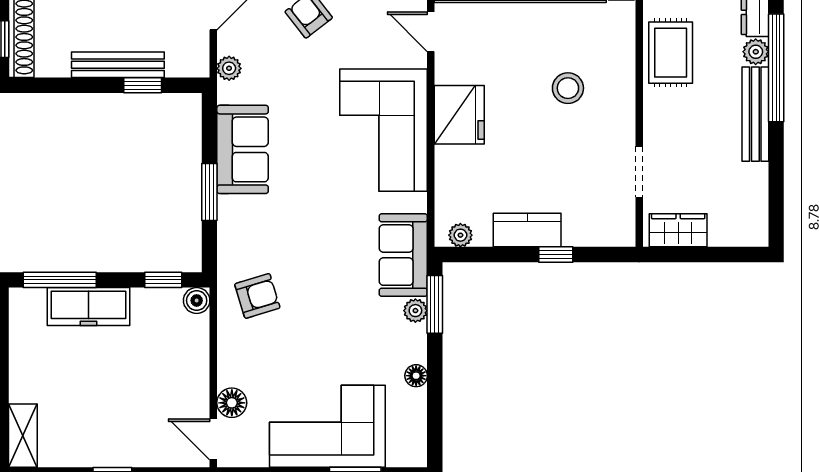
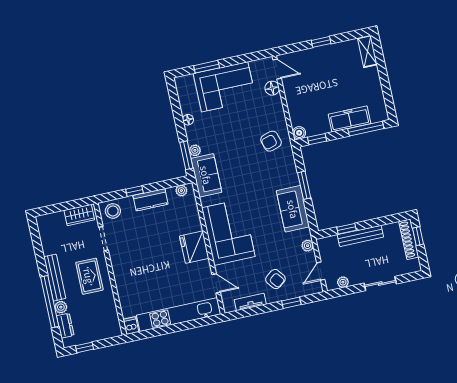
rug: (671, 53) -> (89, 276), moved
stool: (568, 88) -> (113, 211), moved

